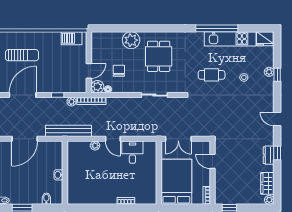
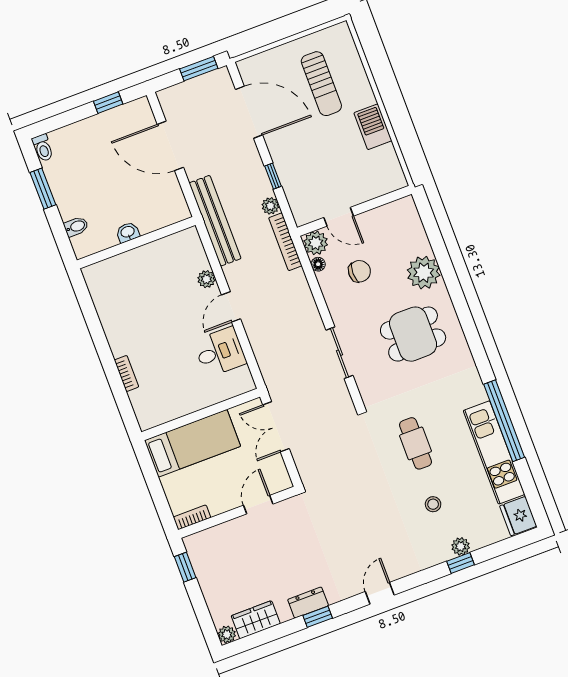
barbecue: (72, 38) -> (373, 127), moved
bed: (176, 182) -> (193, 443), width x0.67

